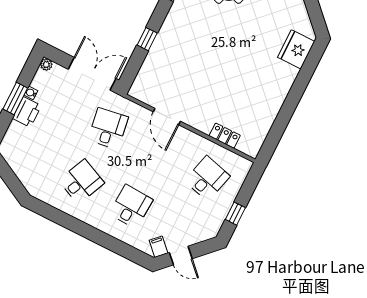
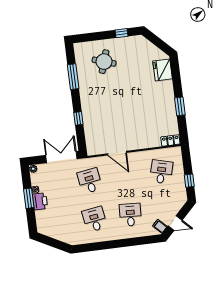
window: (287, 111) -> (180, 106), added
locker: (225, 136) -> (170, 140), moved
desk: (81, 182) -> (95, 219), turned -33

